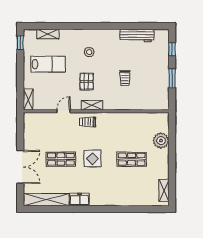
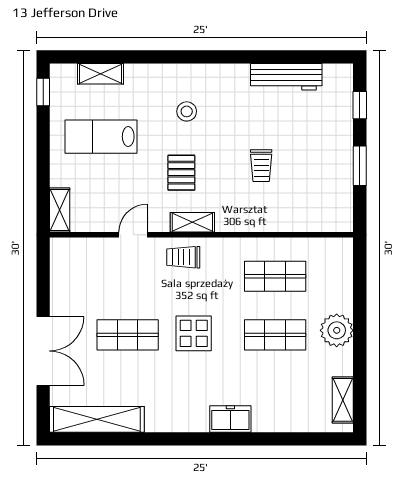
lab bench: (48, 64) -> (101, 137), turned 180
shop shelf: (132, 131) -> (275, 276), added
plant: (161, 141) -> (337, 330), moved
freezer: (79, 200) -> (230, 419), moved

